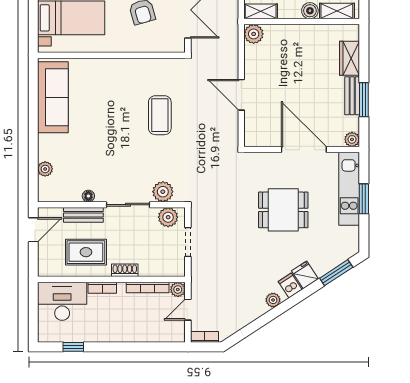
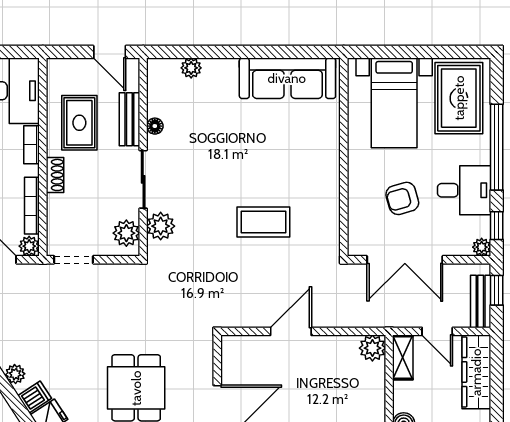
doorway: (188, 242) -> (74, 260), moved

